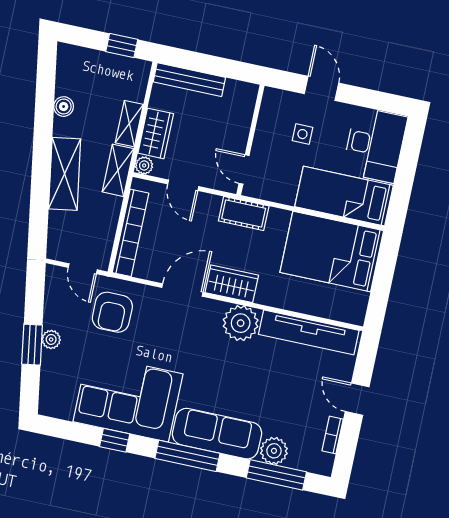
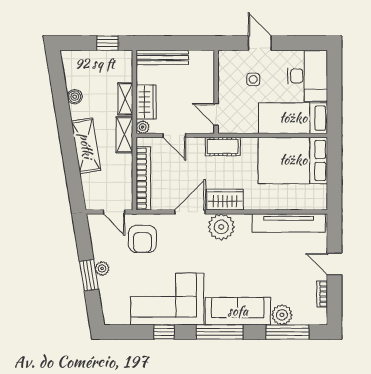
plant: (241, 323) -> (221, 227), moved

